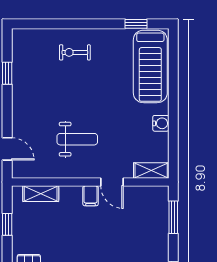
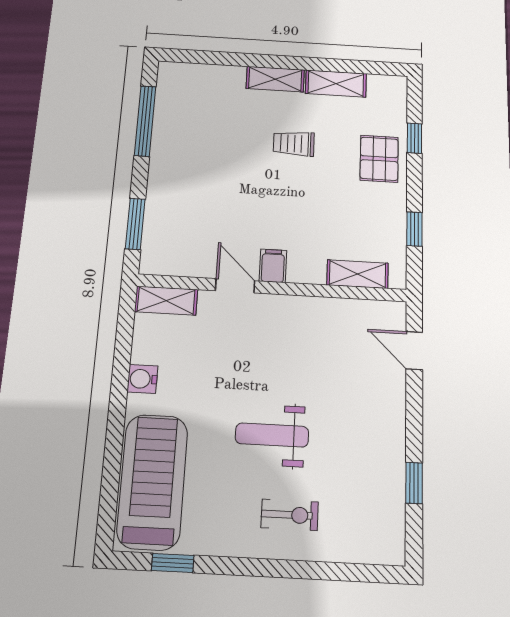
weight bench: (77, 139) -> (272, 435), moved

